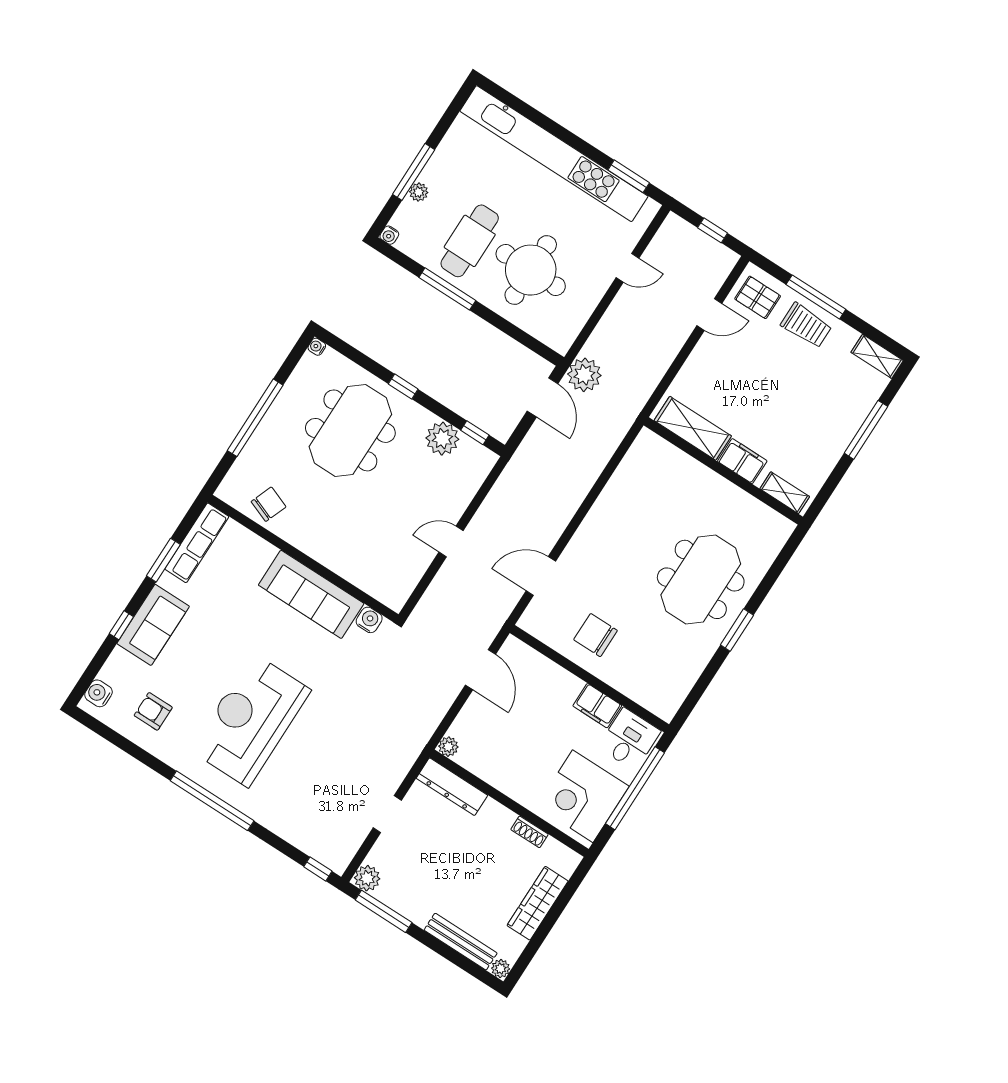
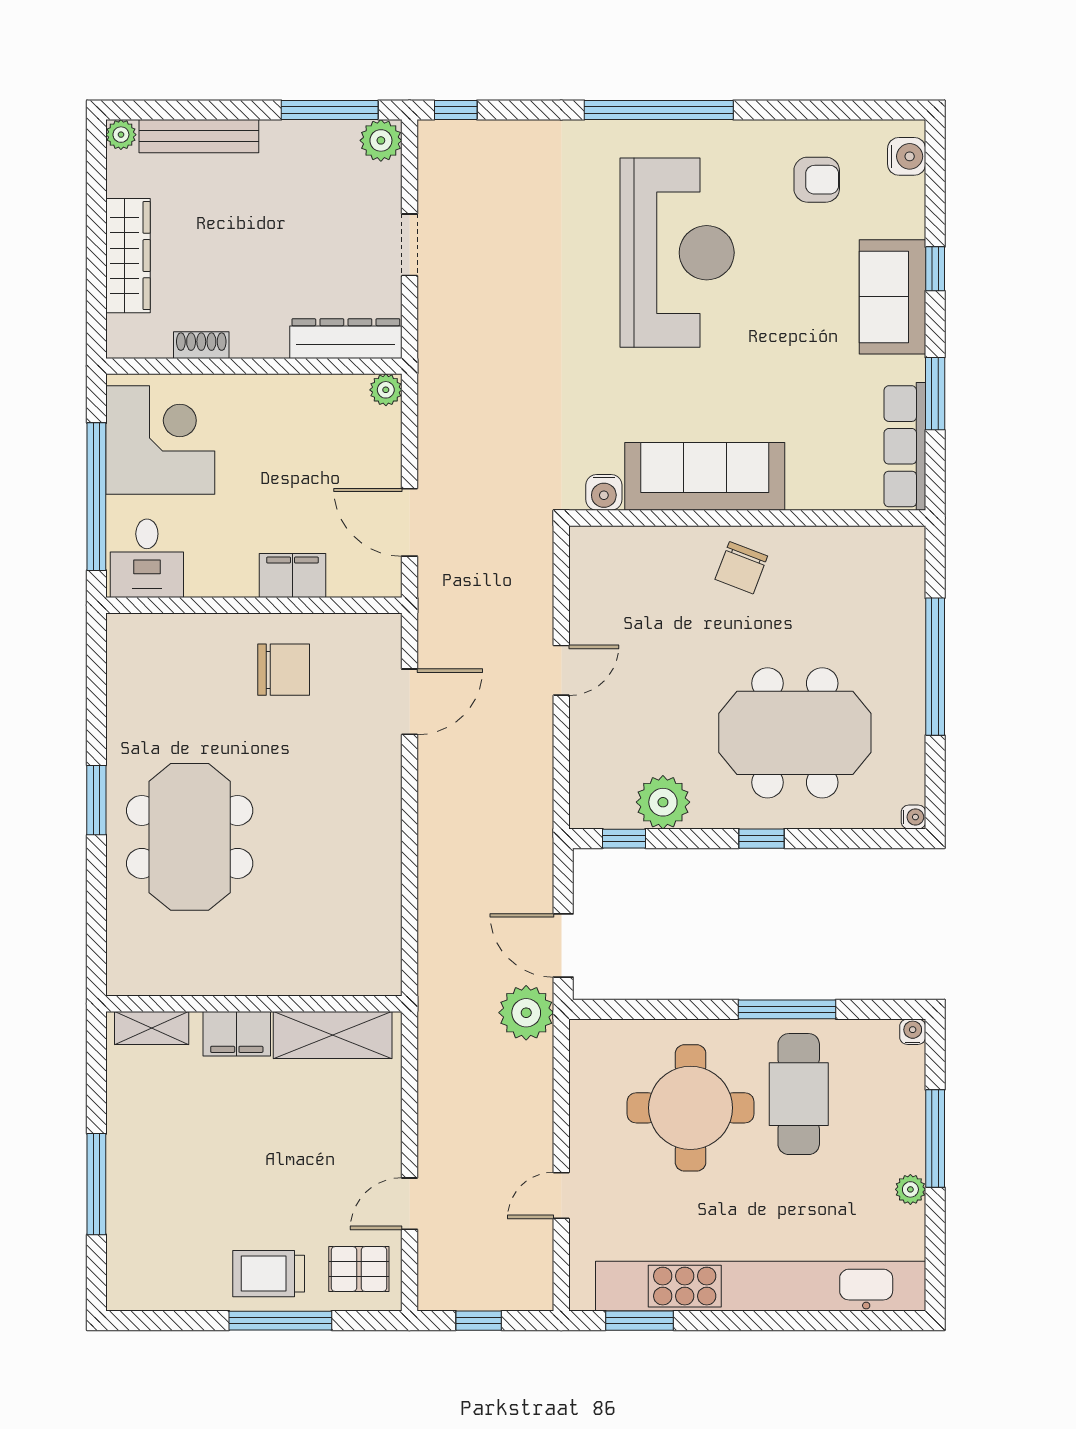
plant: (419, 192) -> (910, 1189), moved
shelving: (877, 356) -> (145, 1293), removed
meeting table: (350, 430) -> (795, 733), turned 90
chair: (268, 504) -> (741, 568), moved
filing cabinet: (597, 706) -> (293, 576), moved

